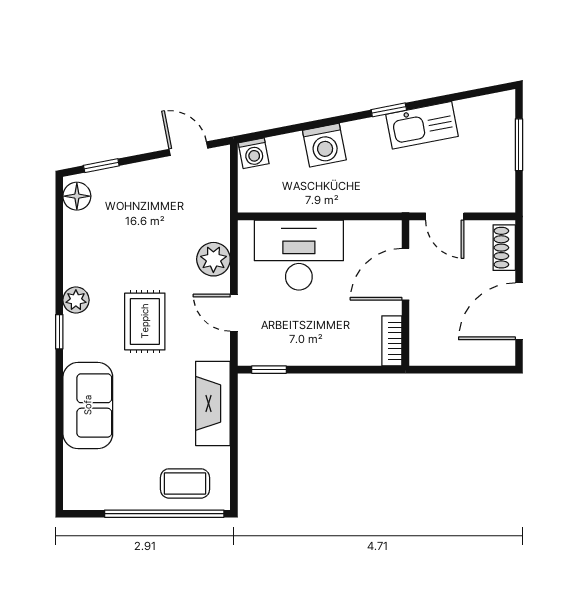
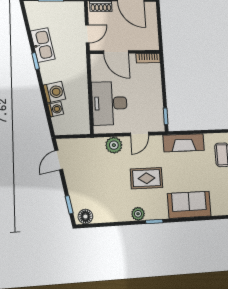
washing machine: (254, 153) -> (56, 109), moved

